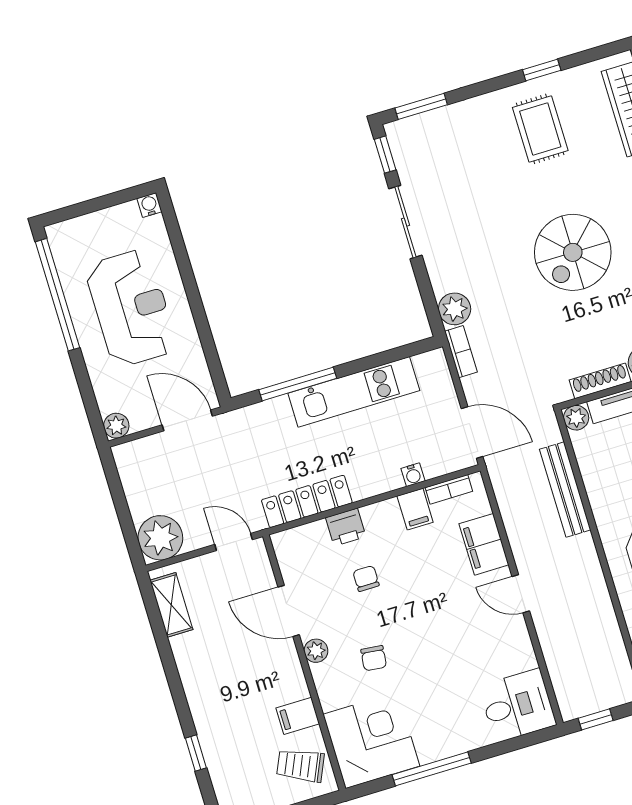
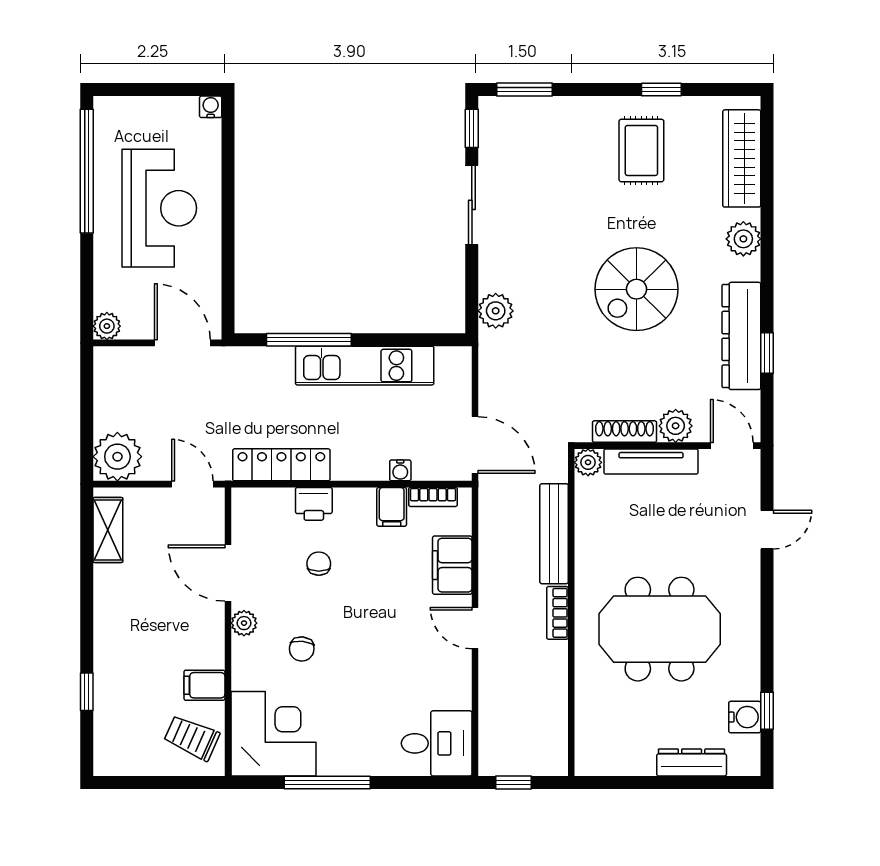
bookcase: (461, 352) -> (557, 613), moved, turned 180

